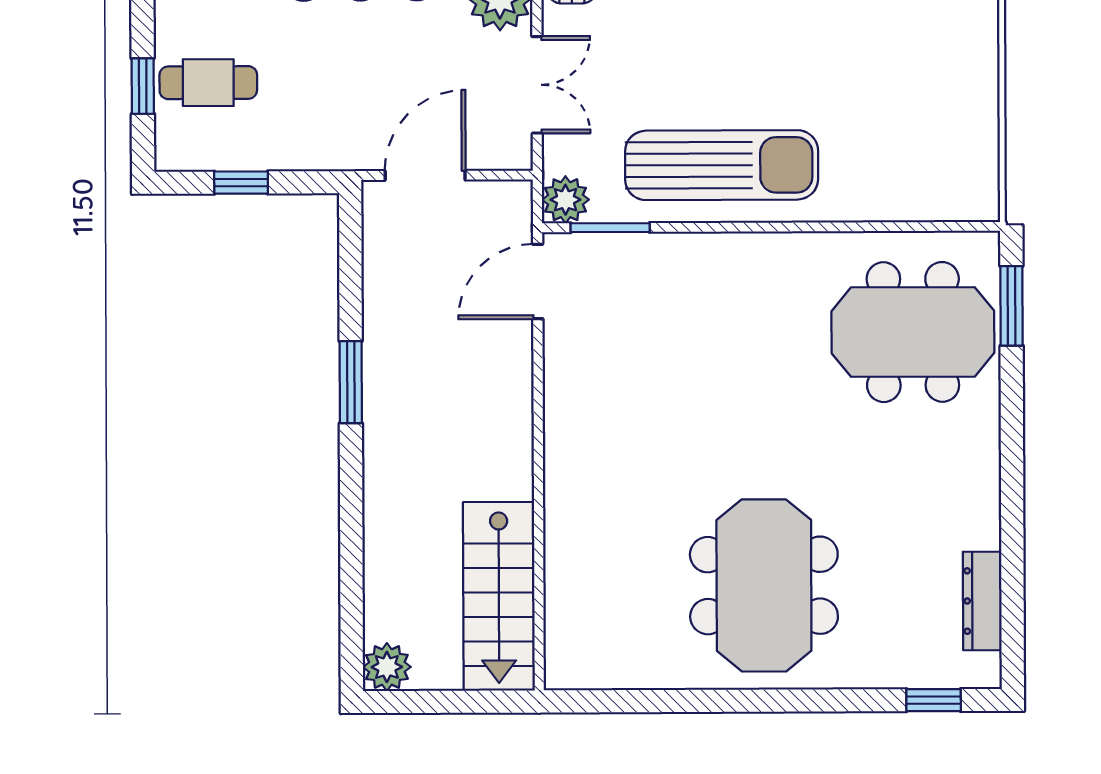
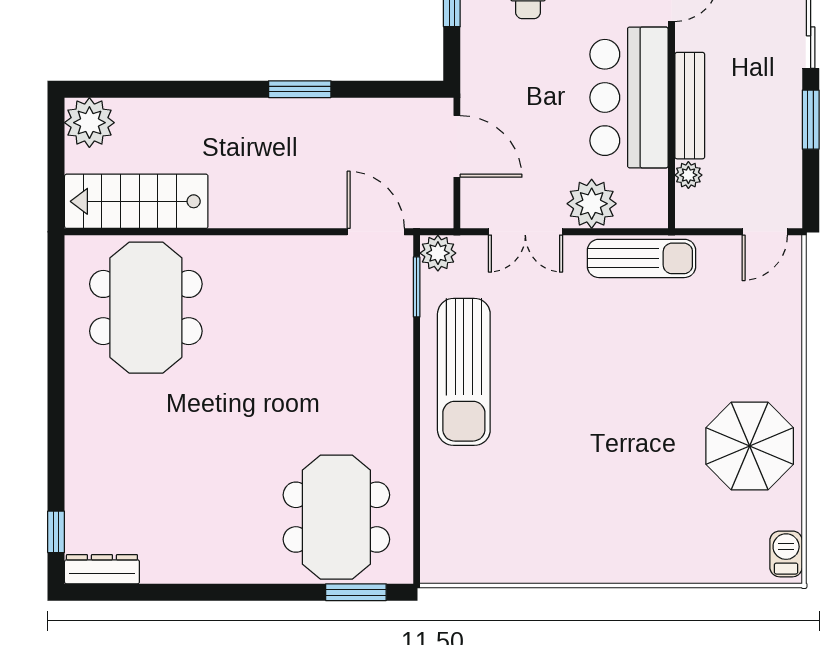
meeting table: (764, 585) -> (146, 308), moved, turned 90
dresser: (982, 601) -> (102, 569), moved
plant: (387, 667) -> (89, 123), width x1.36, depth x1.36

